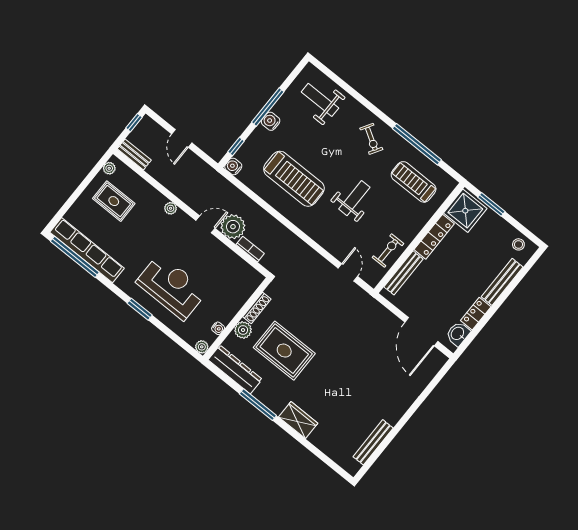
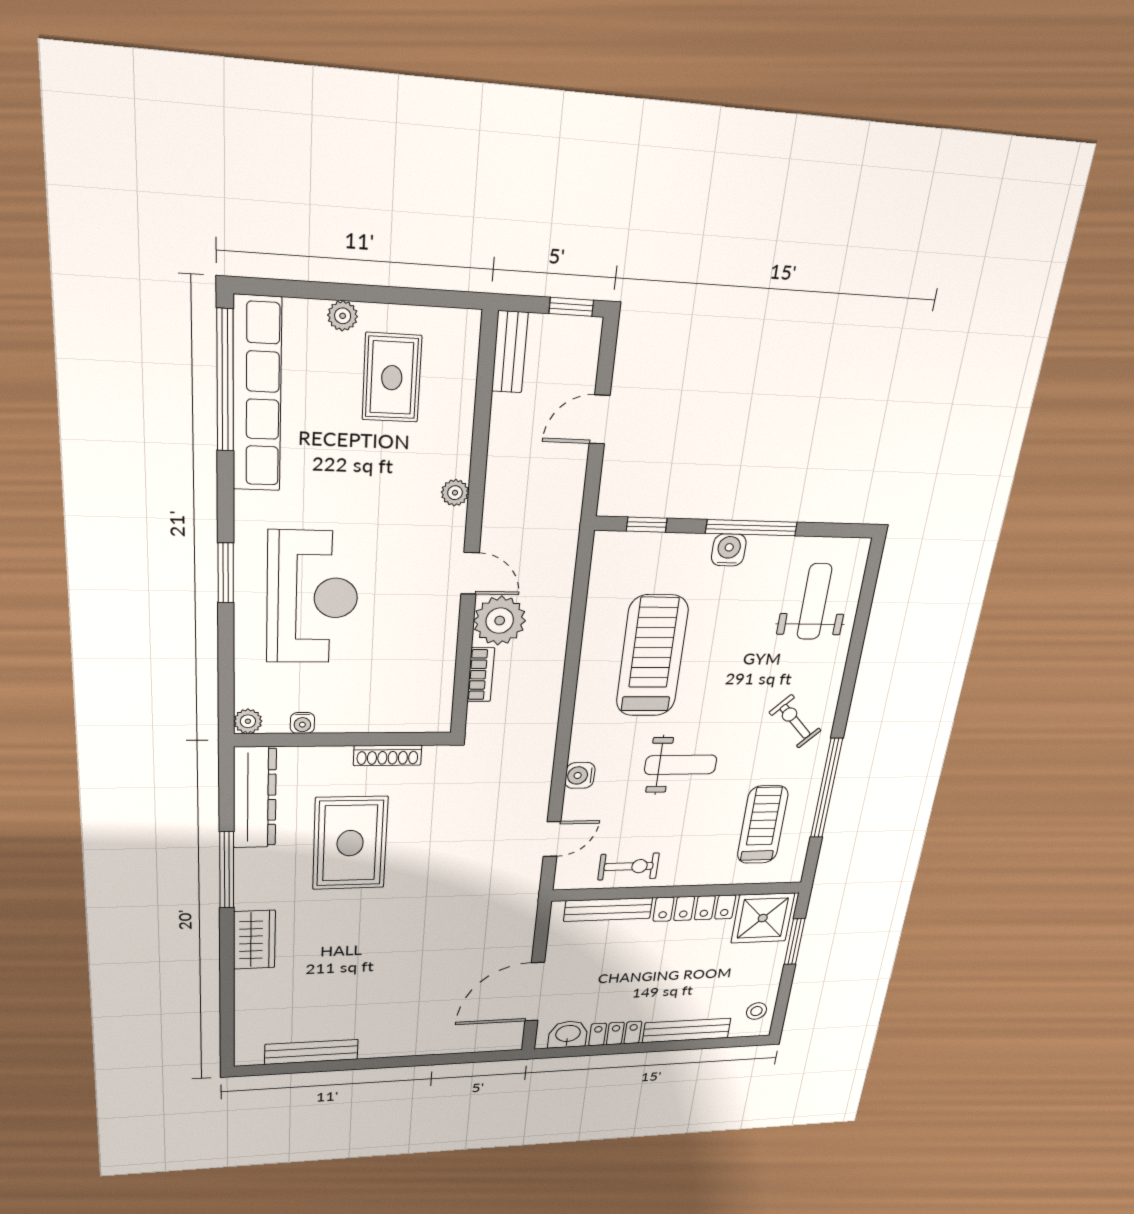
exercise bike: (371, 139) -> (795, 721), turned 105
water cooler: (233, 166) -> (580, 775), moved, turned -90
plant: (109, 168) -> (343, 316), moved
treadmill: (294, 179) -> (652, 656), turned 180
plant: (243, 330) -> (332, 762), removed

